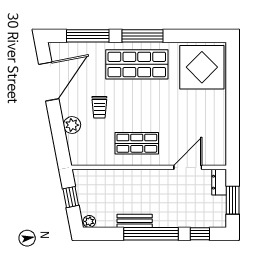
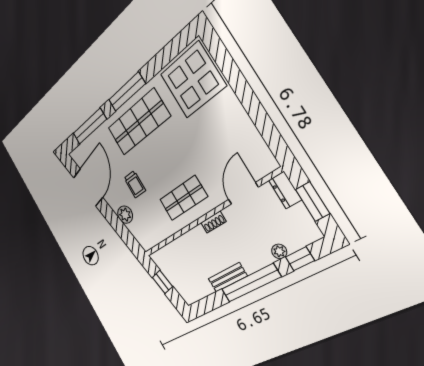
shoe rack: (150, 175) -> (213, 222), added
plant: (89, 221) -> (279, 251), moved

